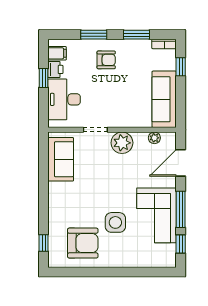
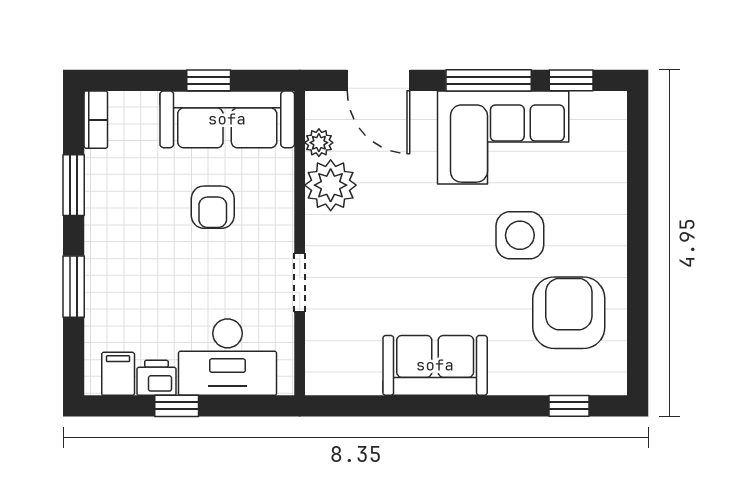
armchair: (106, 60) -> (213, 207), moved, turned 180
window: (181, 67) -> (209, 80), moved
plant: (122, 143) -> (331, 185), moved
sofa: (61, 159) -> (435, 365), moved

